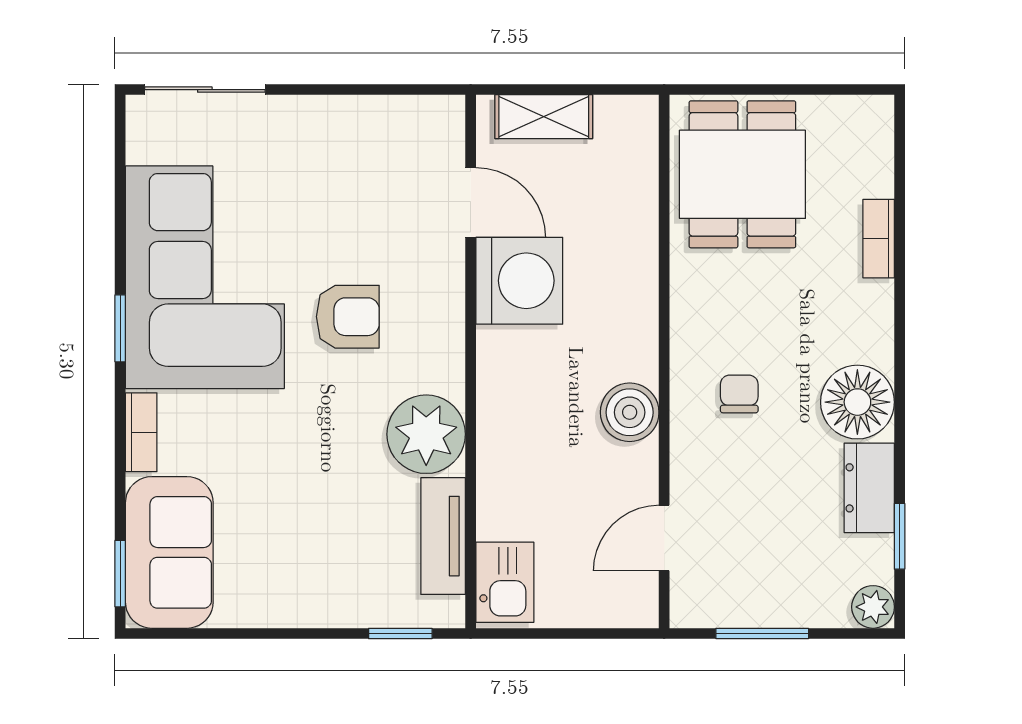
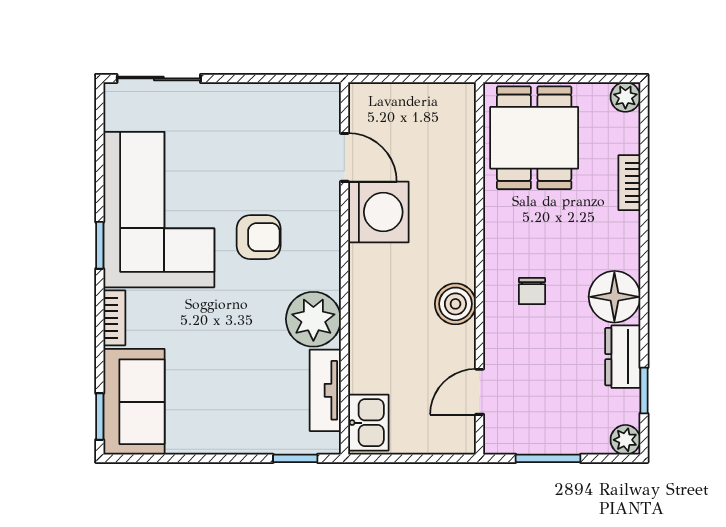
plant: (873, 116) -> (625, 97), added
shelving: (544, 117) -> (395, 97), removed
chair: (739, 394) -> (532, 291), turned 180

